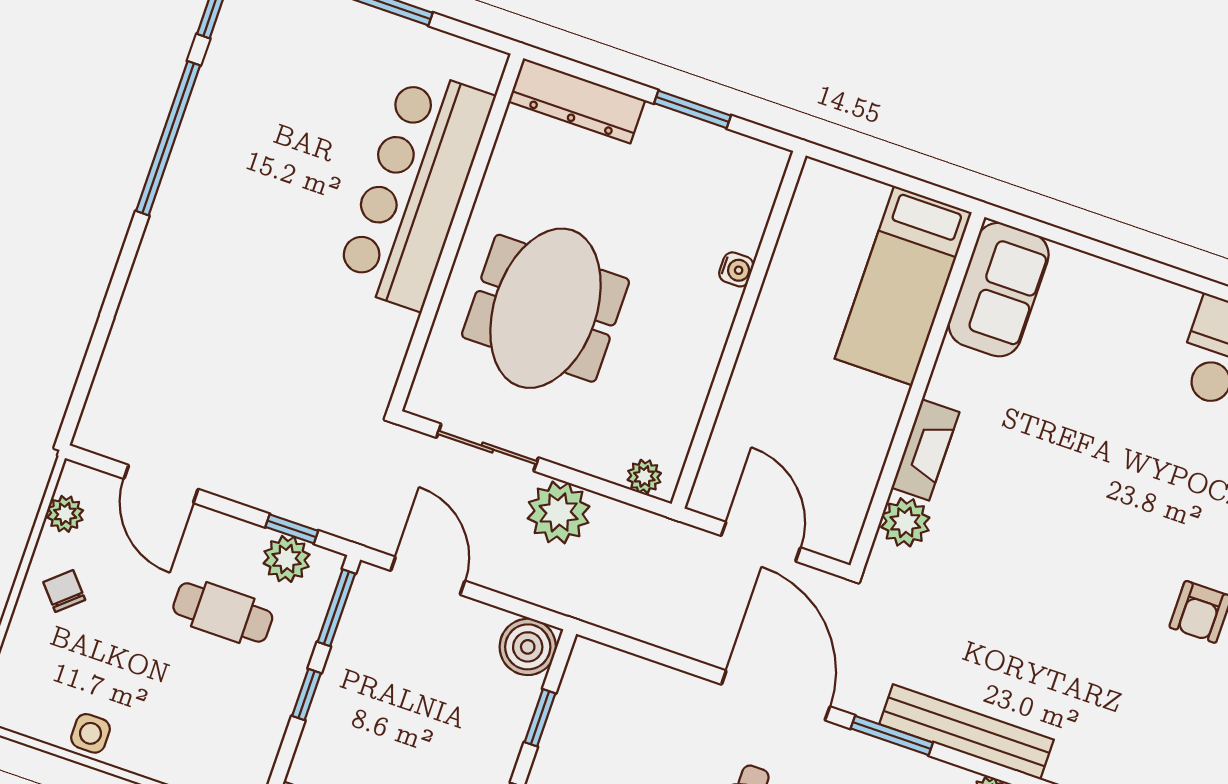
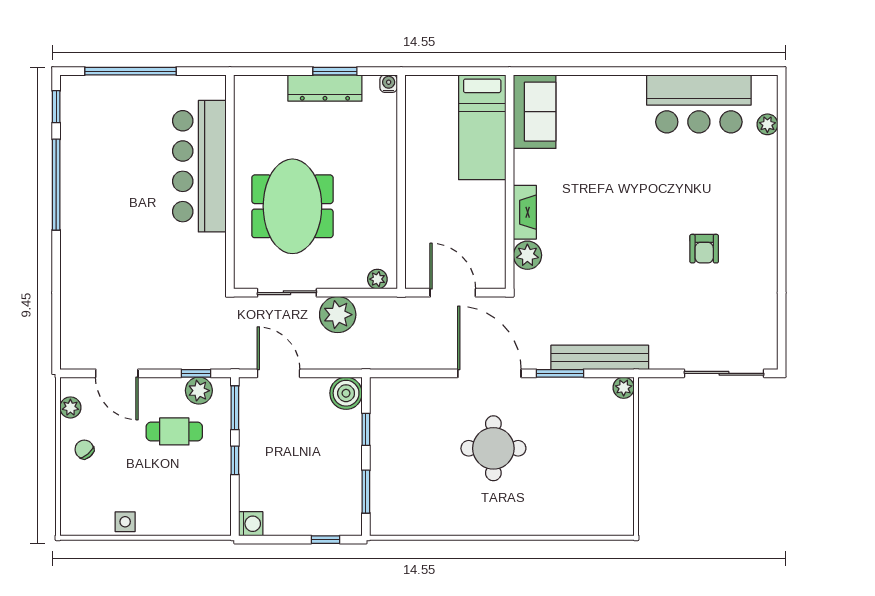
dresser: (577, 101) -> (325, 88), moved
water cooler: (736, 269) -> (389, 84), moved, turned -90

